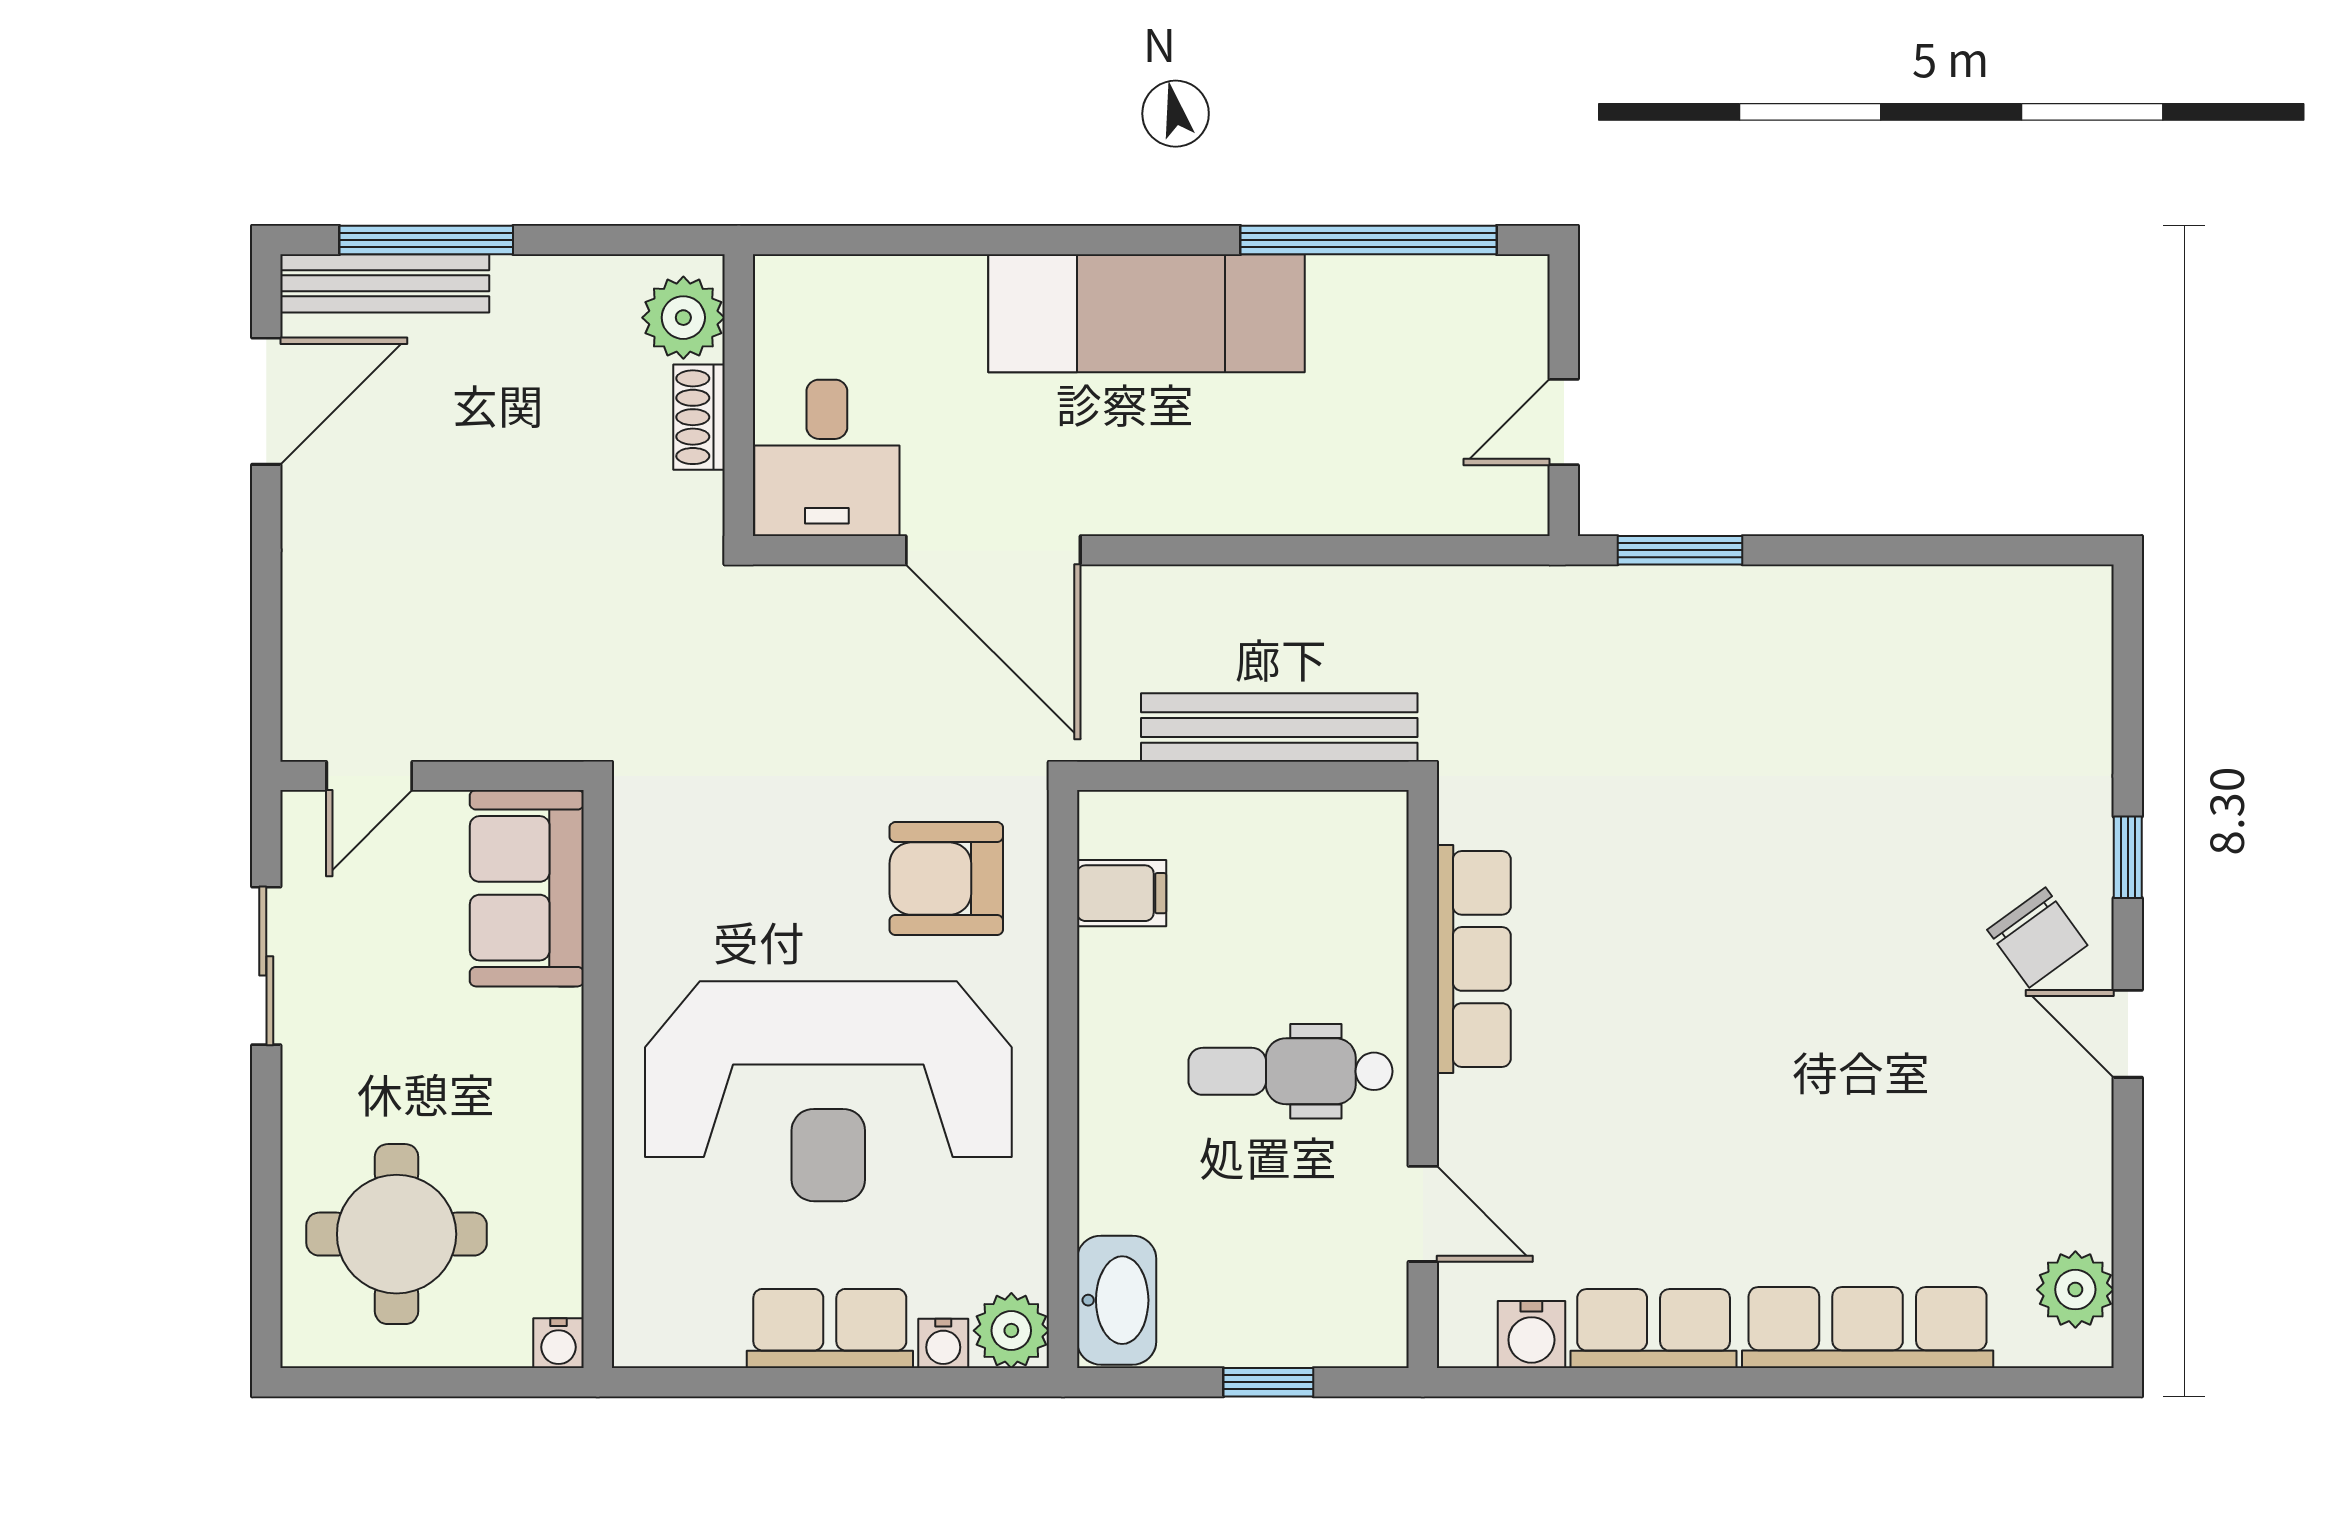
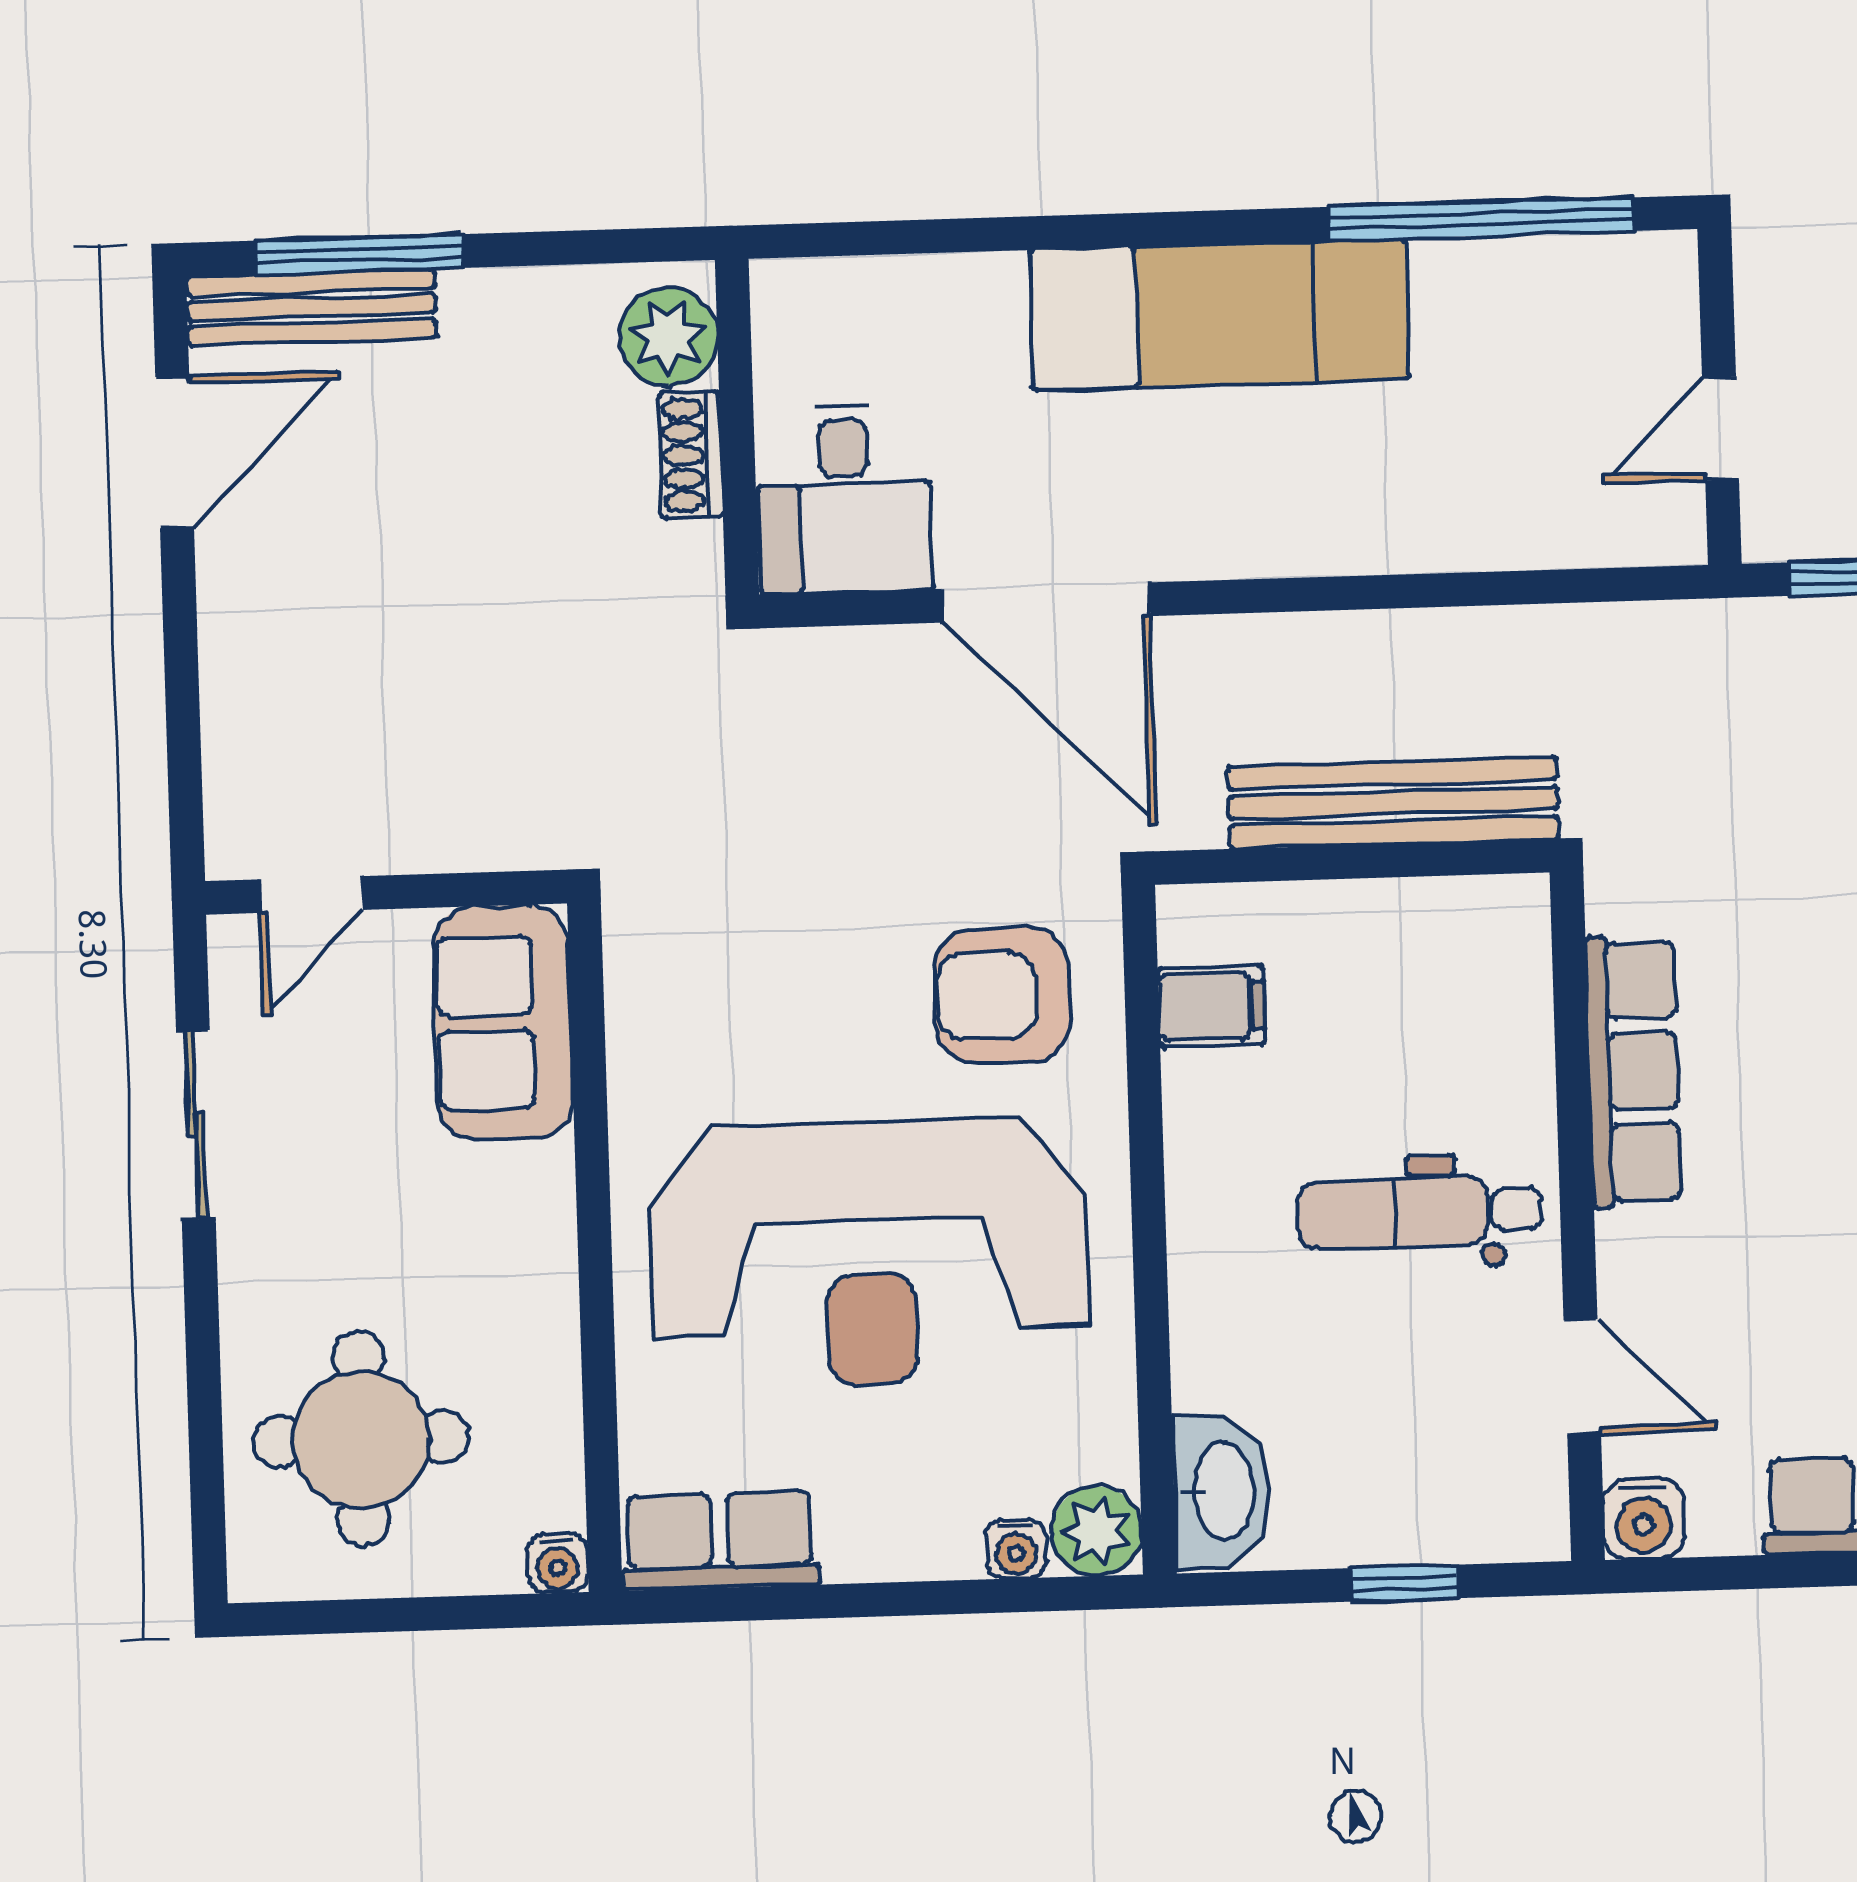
row of seats: (830, 1328) -> (720, 1541), moved
water cooler: (1531, 1335) -> (1644, 1519), moved

